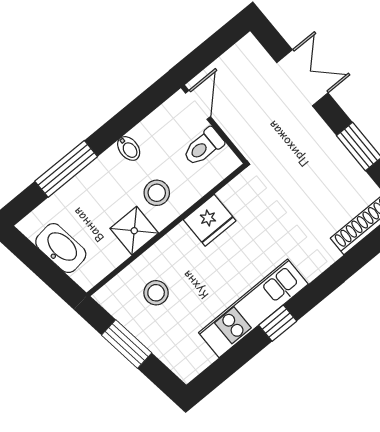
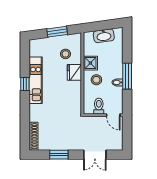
window: (66, 169) -> (127, 76), moved
fridge: (210, 220) -> (74, 72), moved

